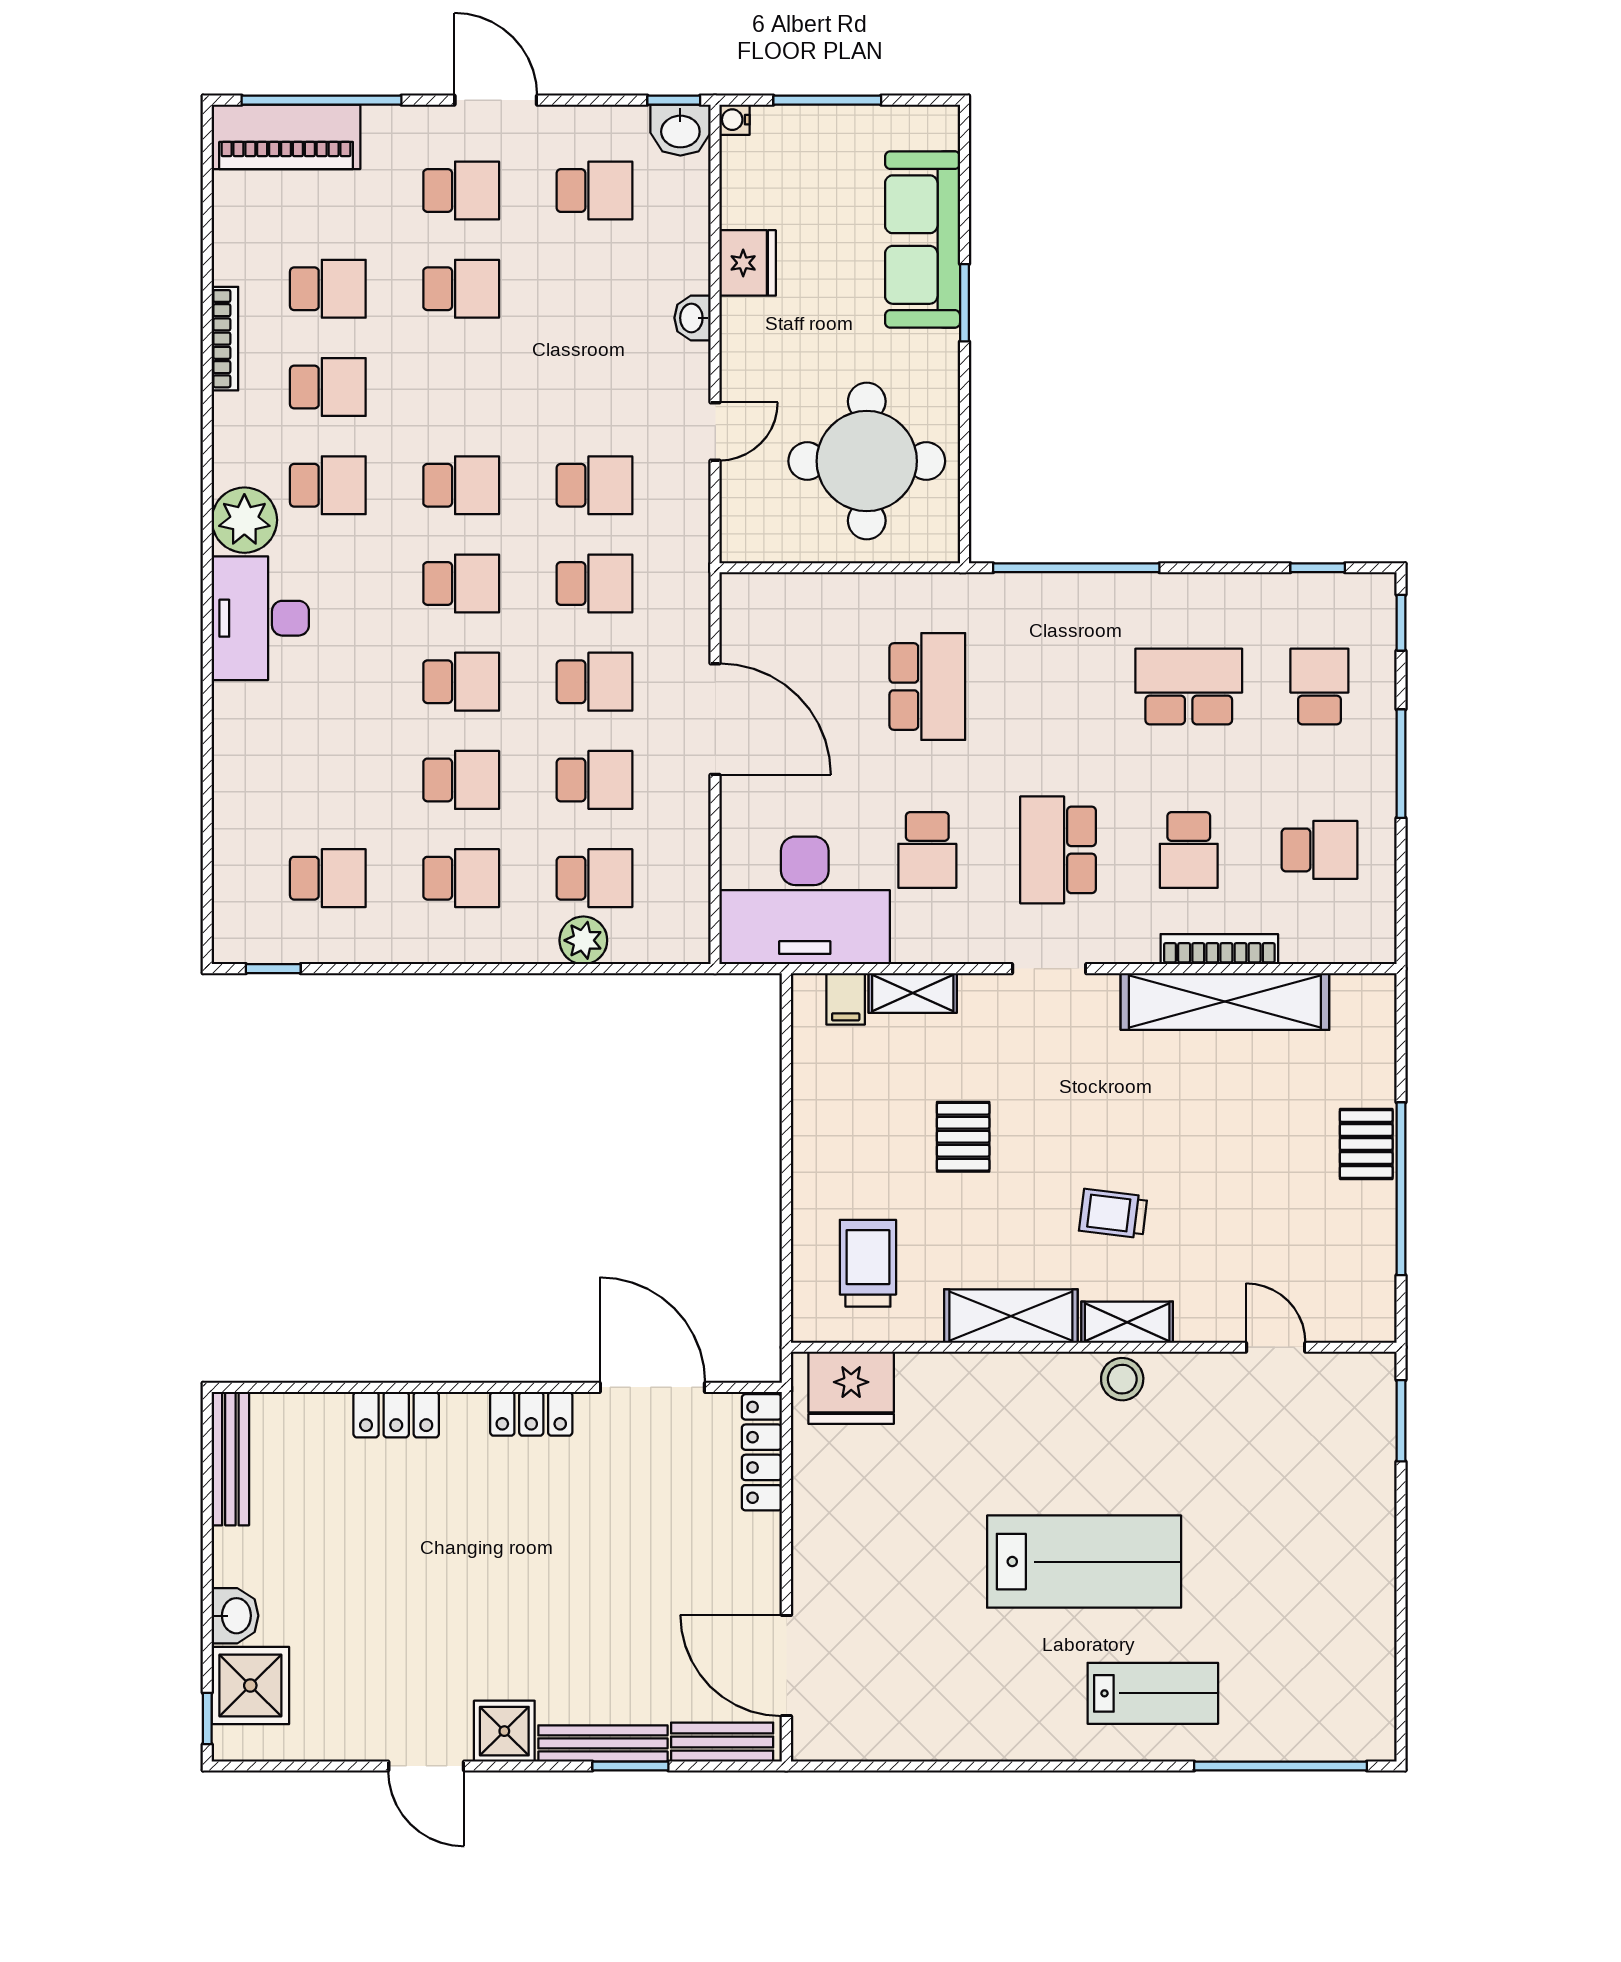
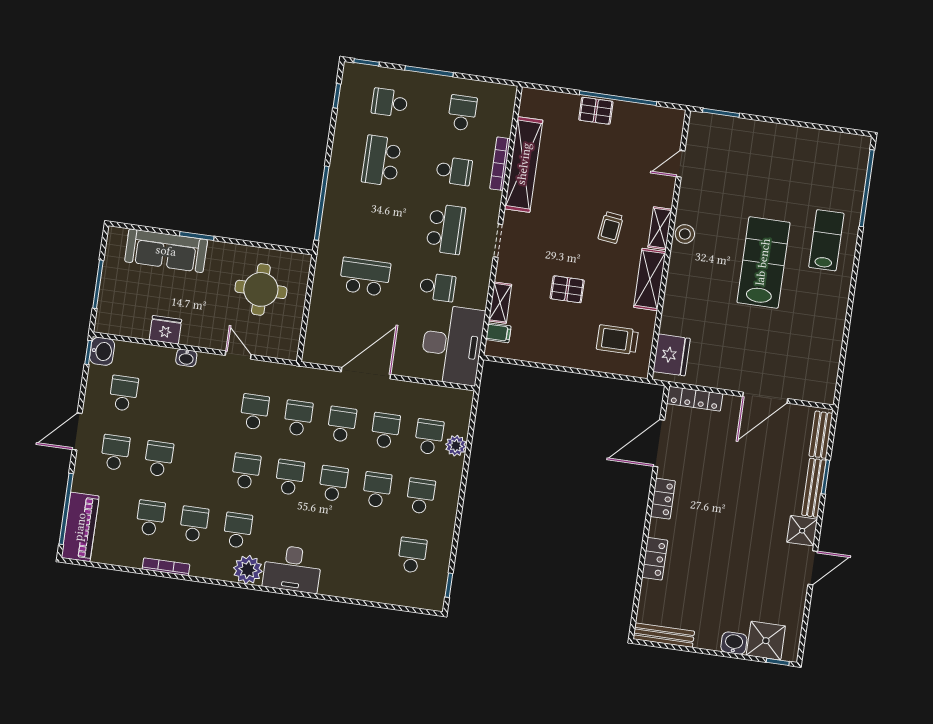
water cooler: (735, 120) -> (101, 327), removed
round table: (867, 461) -> (261, 289), width x0.73, depth x0.73
school desk: (1058, 850) -> (446, 229), turned -90
door: (786, 1666) -> (765, 398), moved

